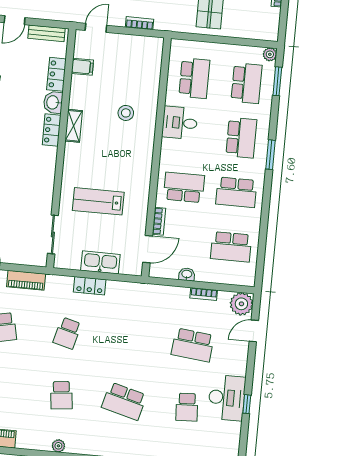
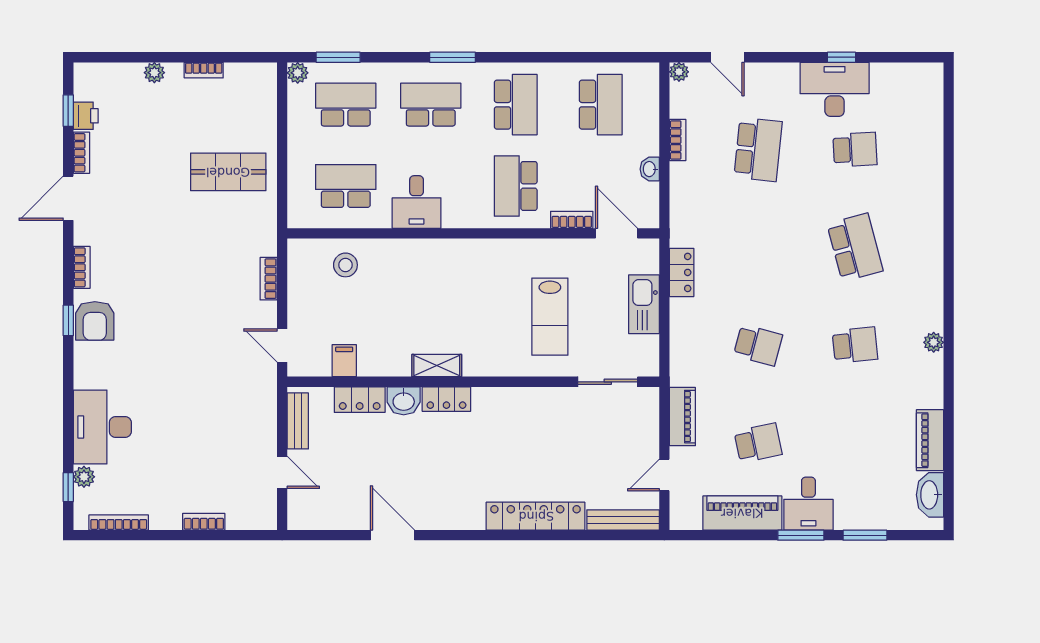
stool: (126, 113) -> (345, 265), moved
locker: (90, 286) -> (682, 272), moved
plant: (241, 304) -> (679, 72), width x0.53, depth x0.53
school desk: (124, 401) -> (855, 247), turned -30

